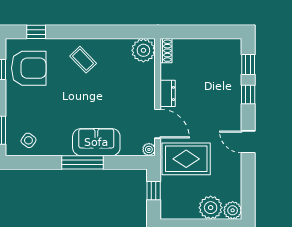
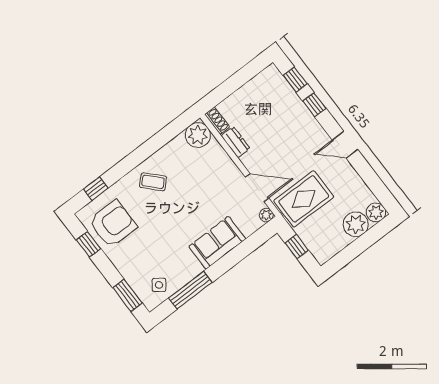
dresser: (168, 93) -> (236, 142), moved
window: (82, 162) -> (190, 290), moved

